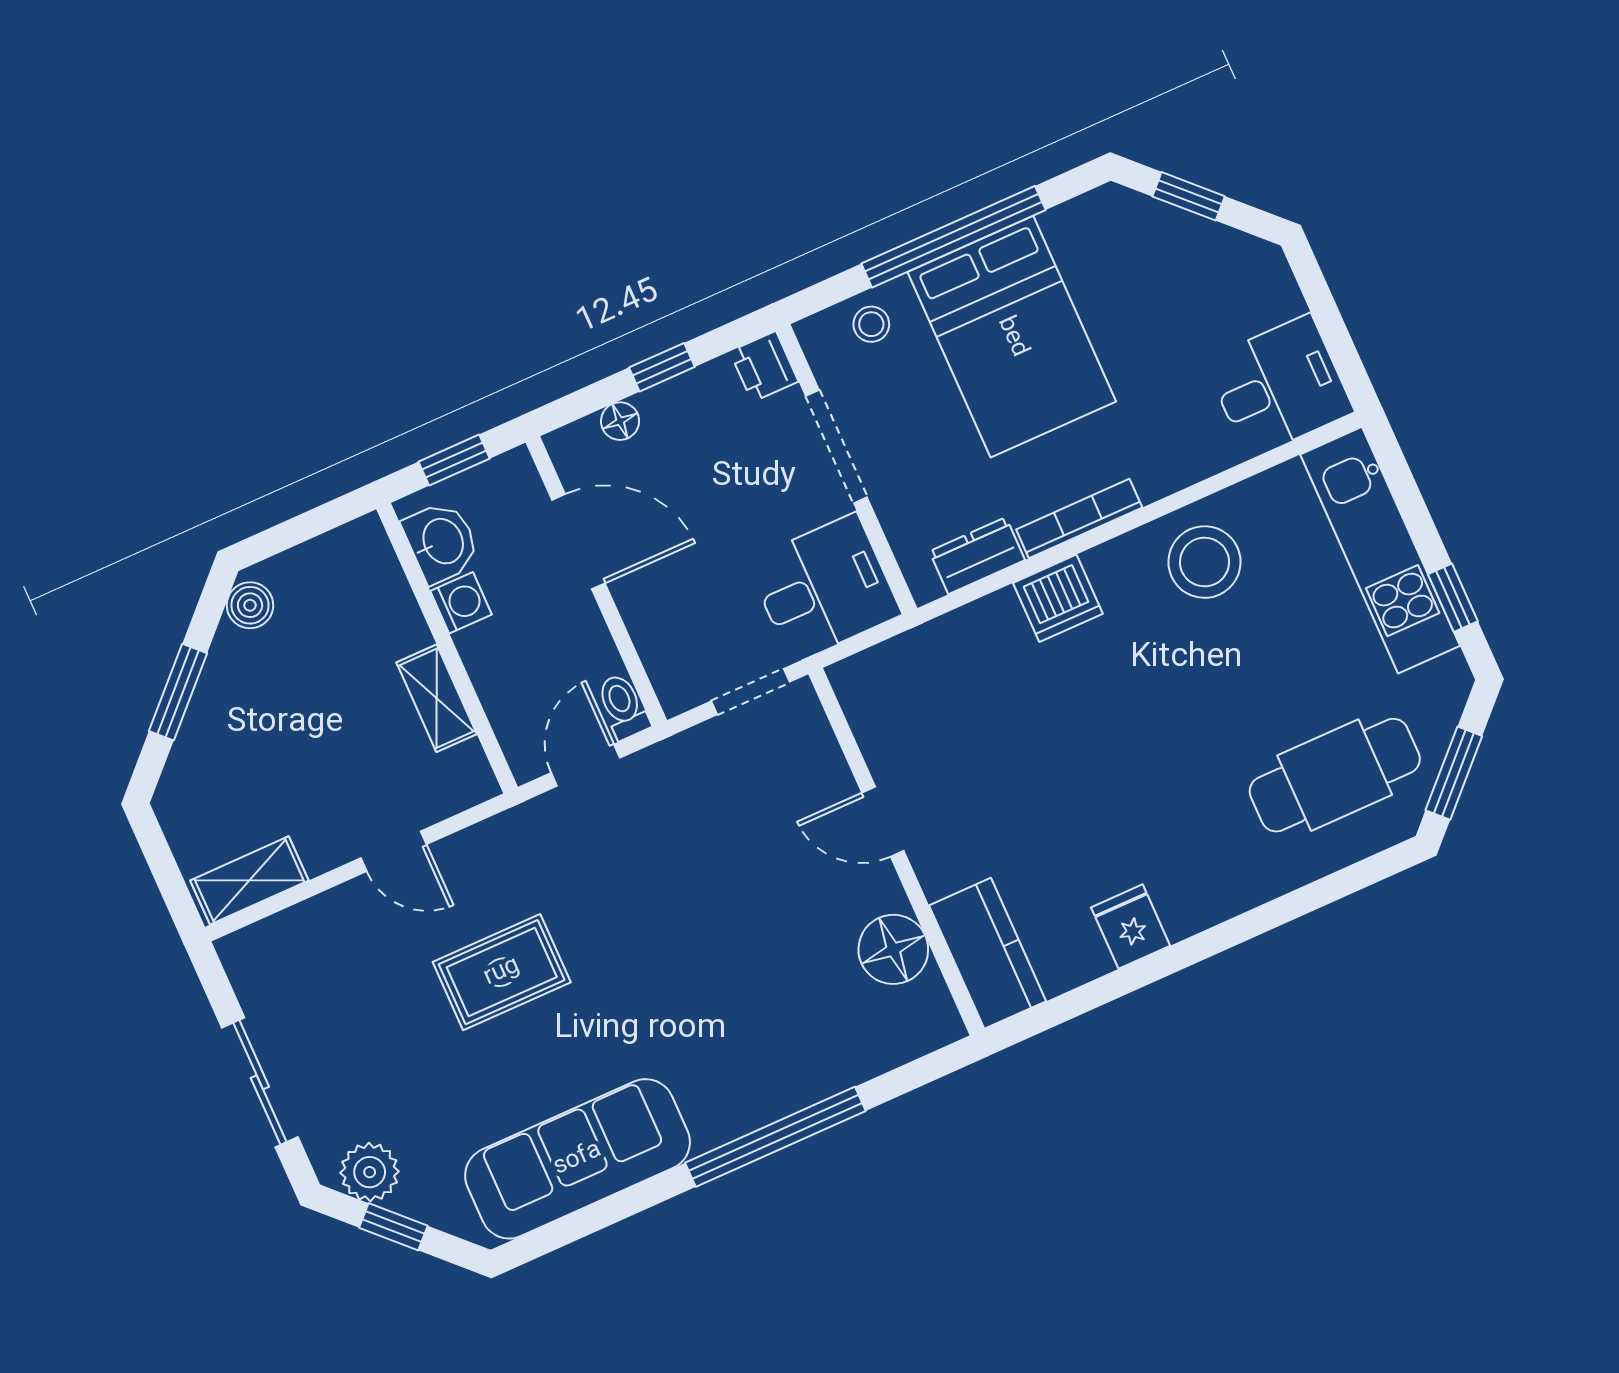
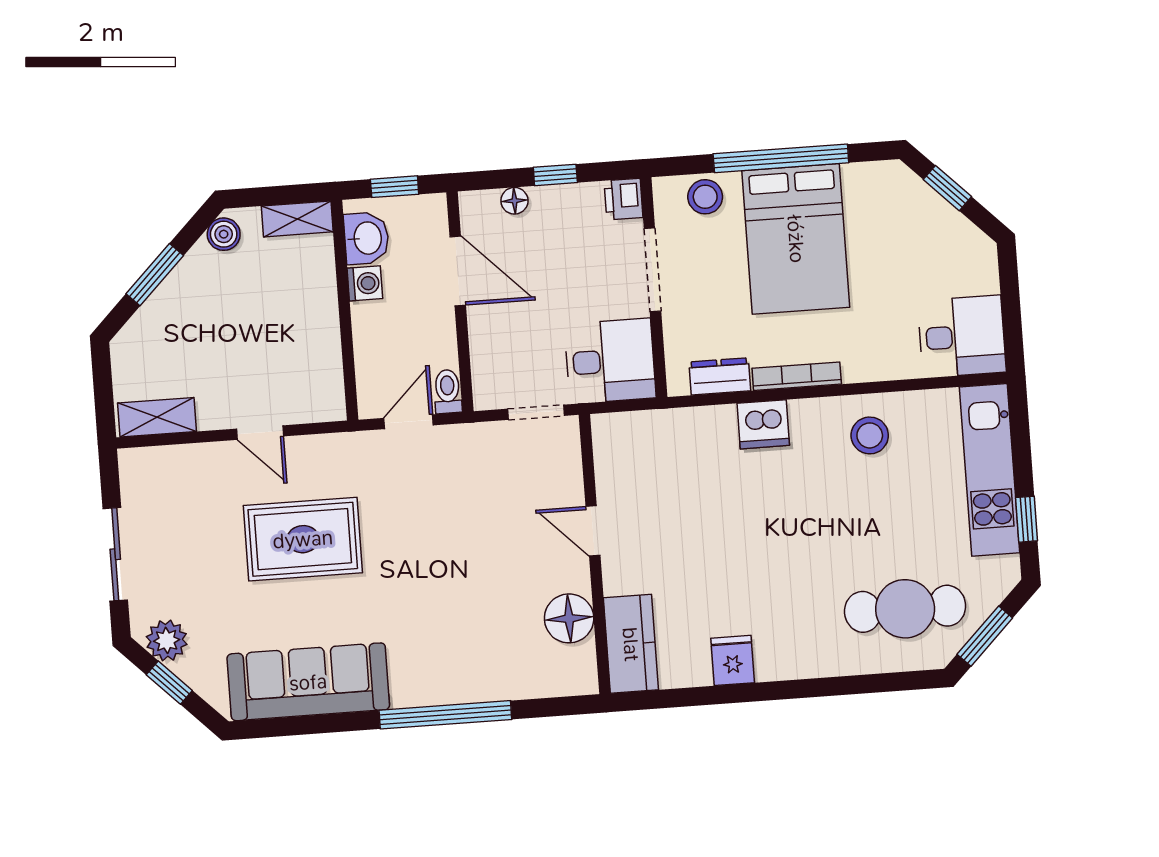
stool: (871, 324) -> (705, 197), width x1.37, depth x1.37
stool: (1204, 562) -> (870, 435), width x0.73, depth x0.73
shelving: (437, 698) -> (297, 219), moved, turned 90
rug: (502, 972) -> (303, 539), width x1.36, depth x1.43

